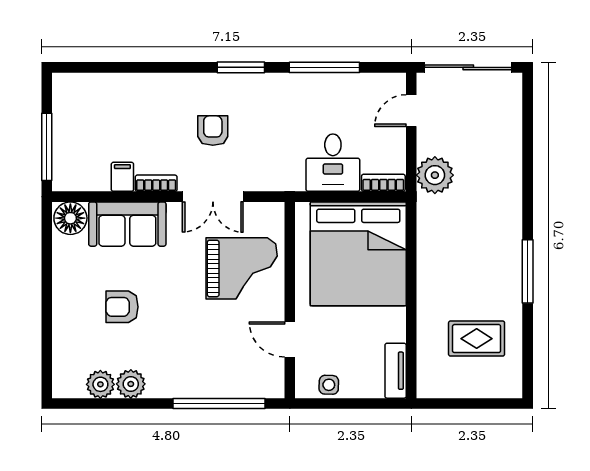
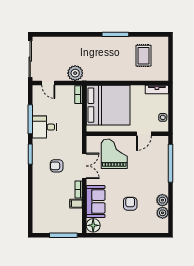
desk: (333, 163) -> (44, 127), moved, turned 180
armchair: (122, 307) -> (130, 204), turned 180

